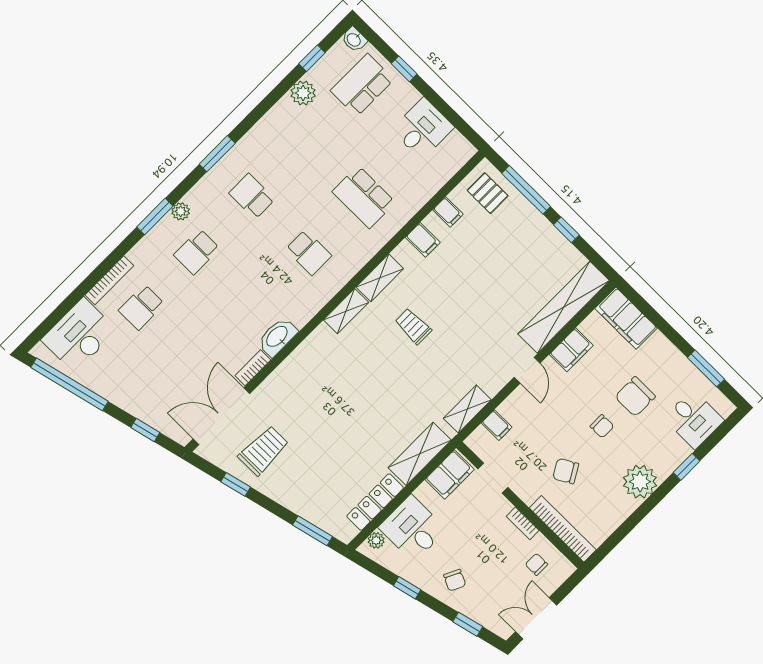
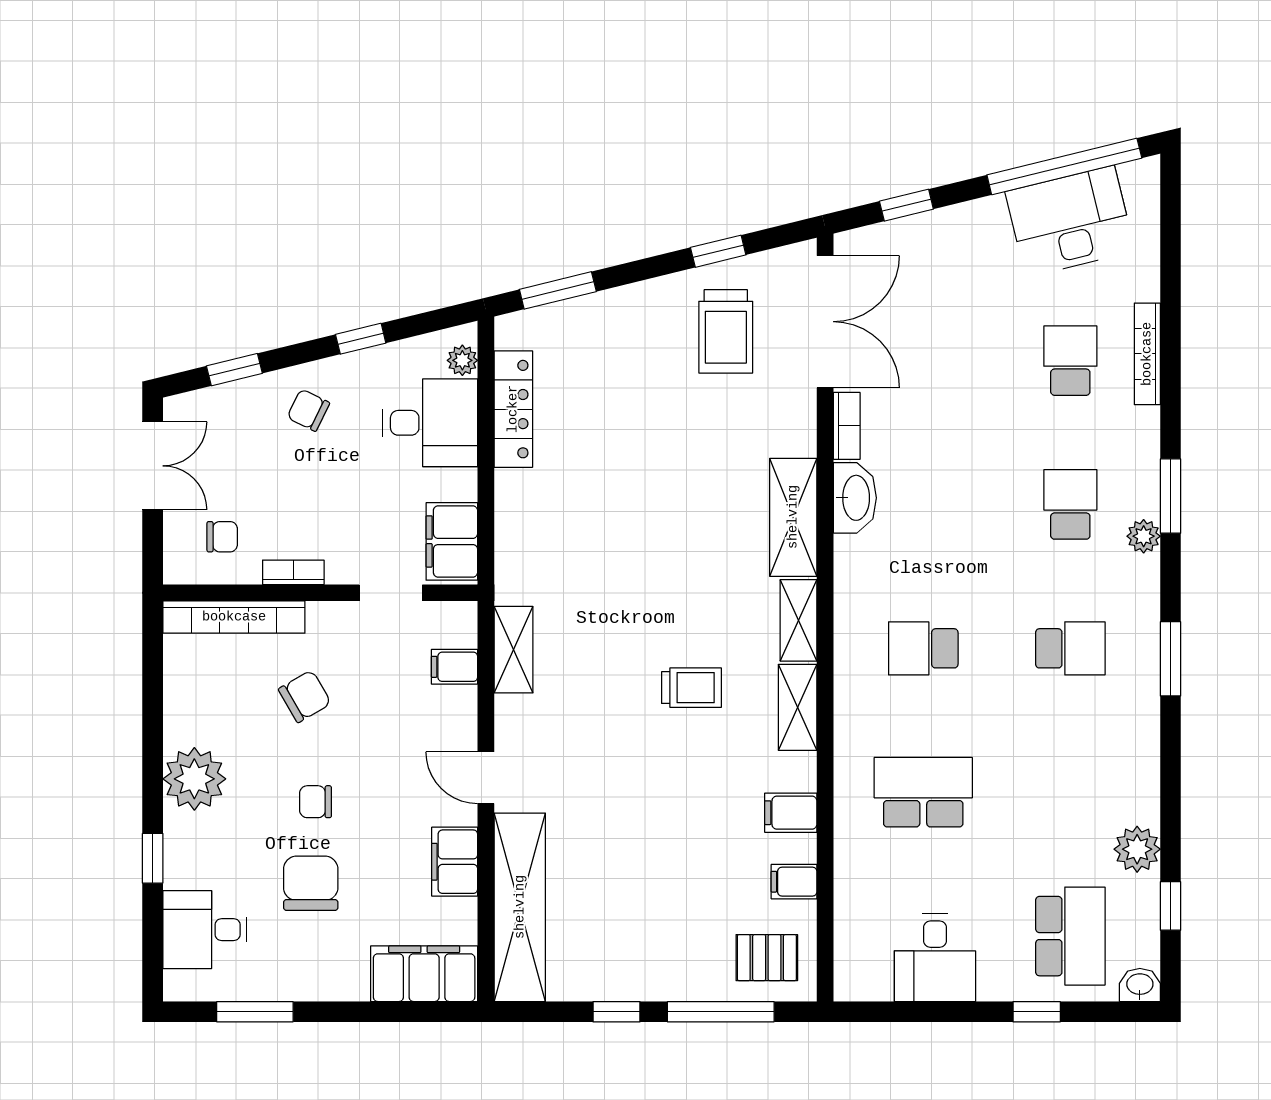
desk: (79, 335) -> (1070, 221), moved, turned -104
shelving: (420, 454) -> (793, 517), moved

